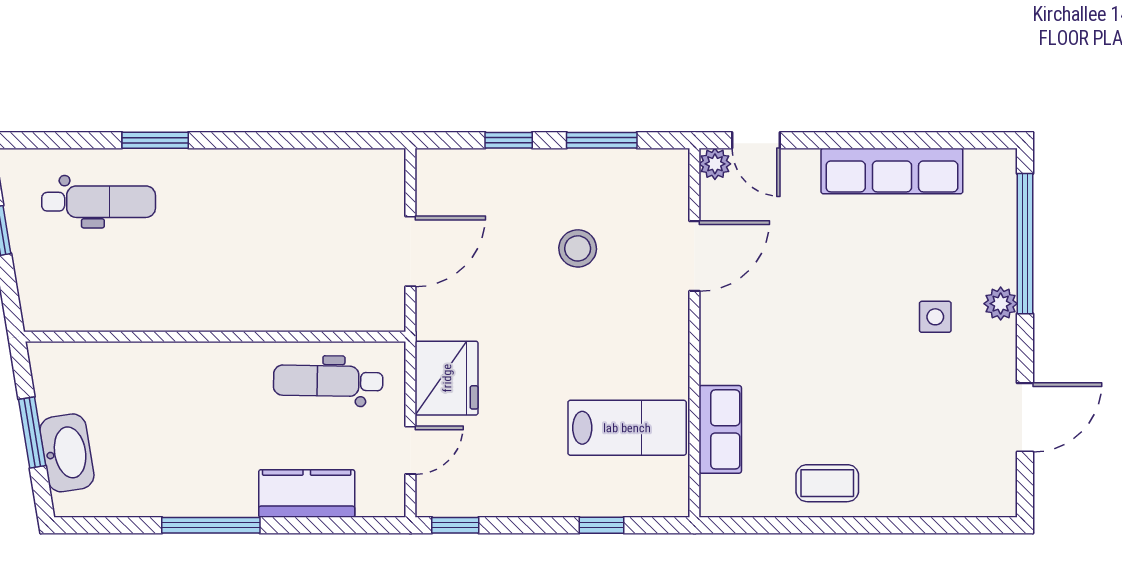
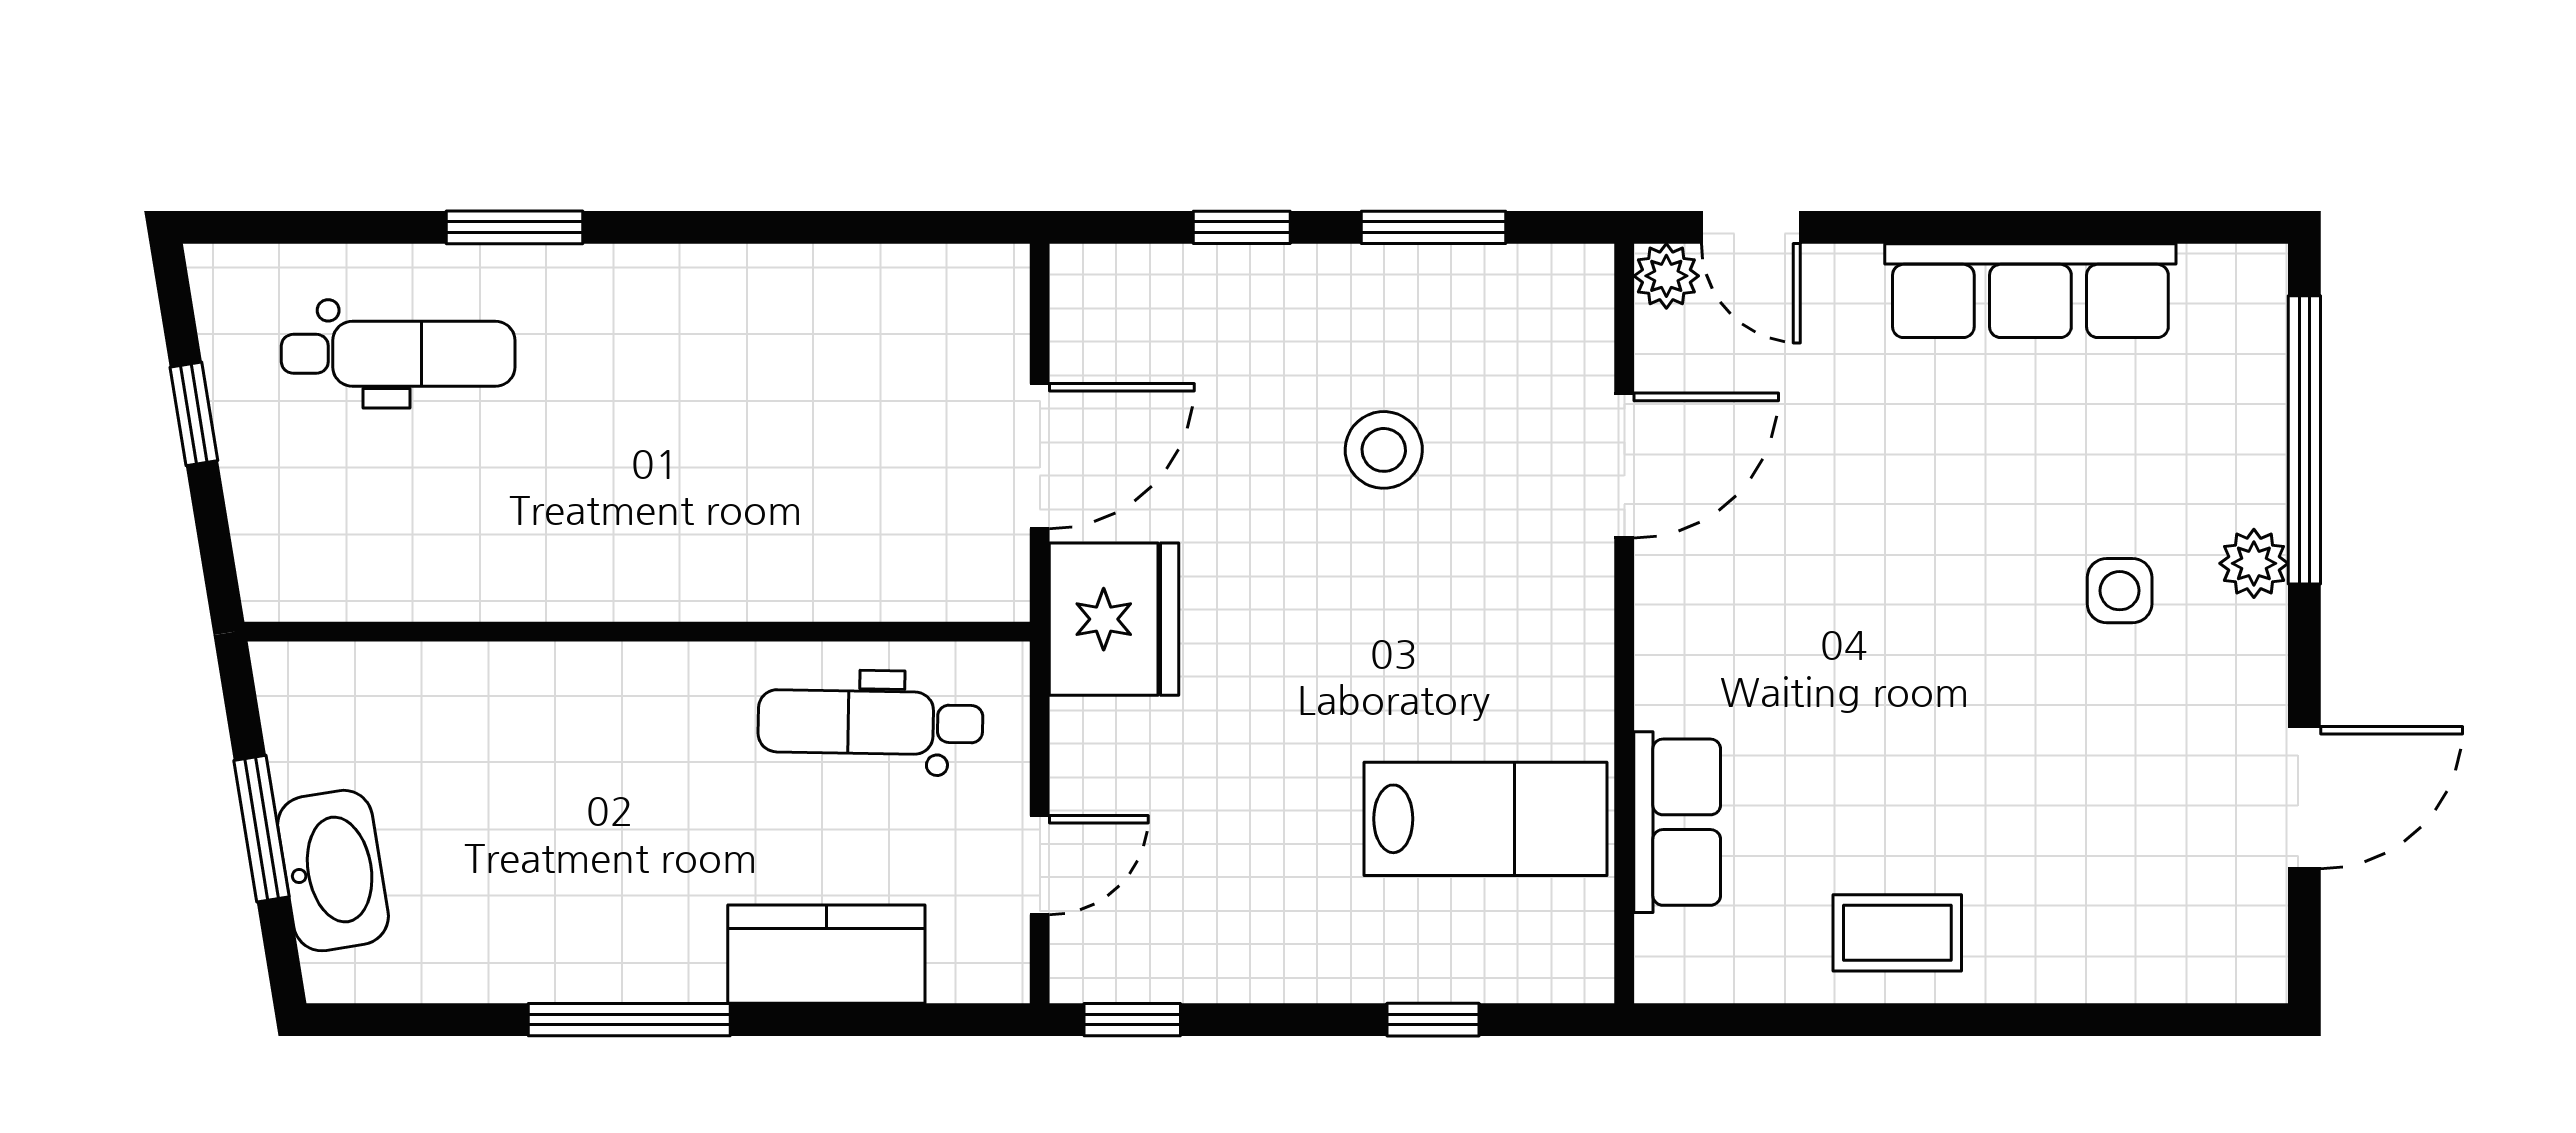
fridge: (447, 378) -> (1114, 619), moved

